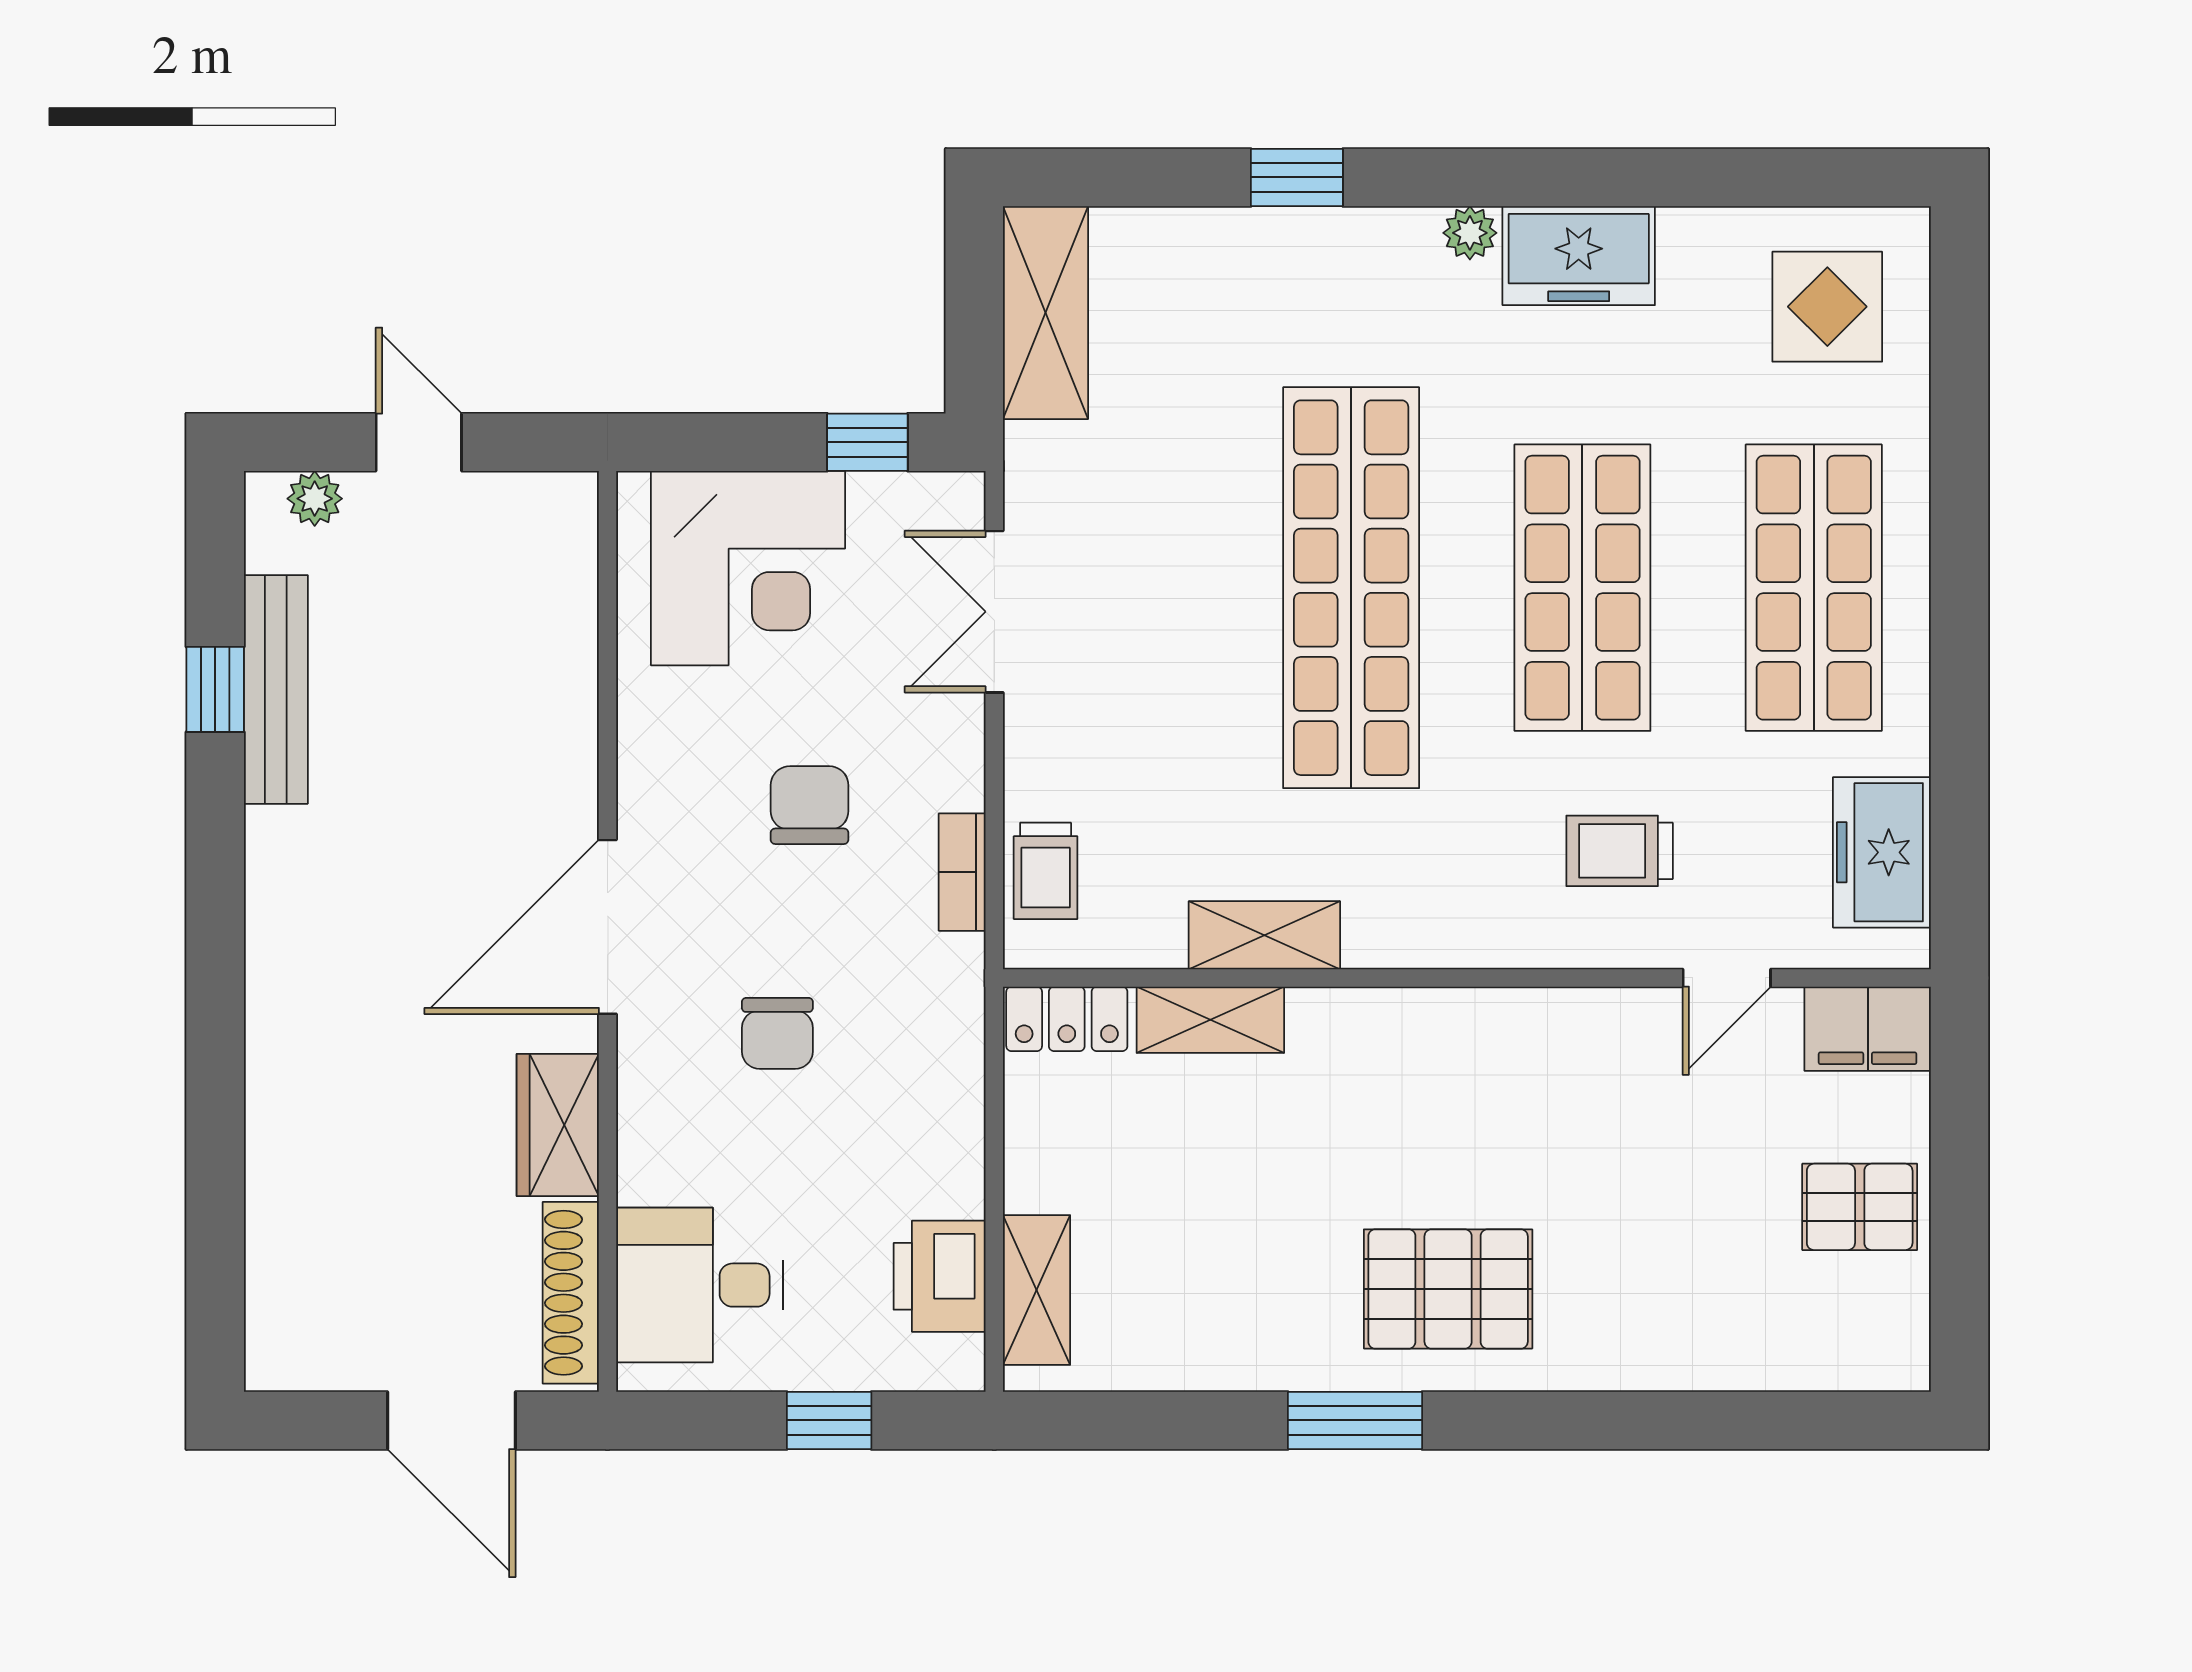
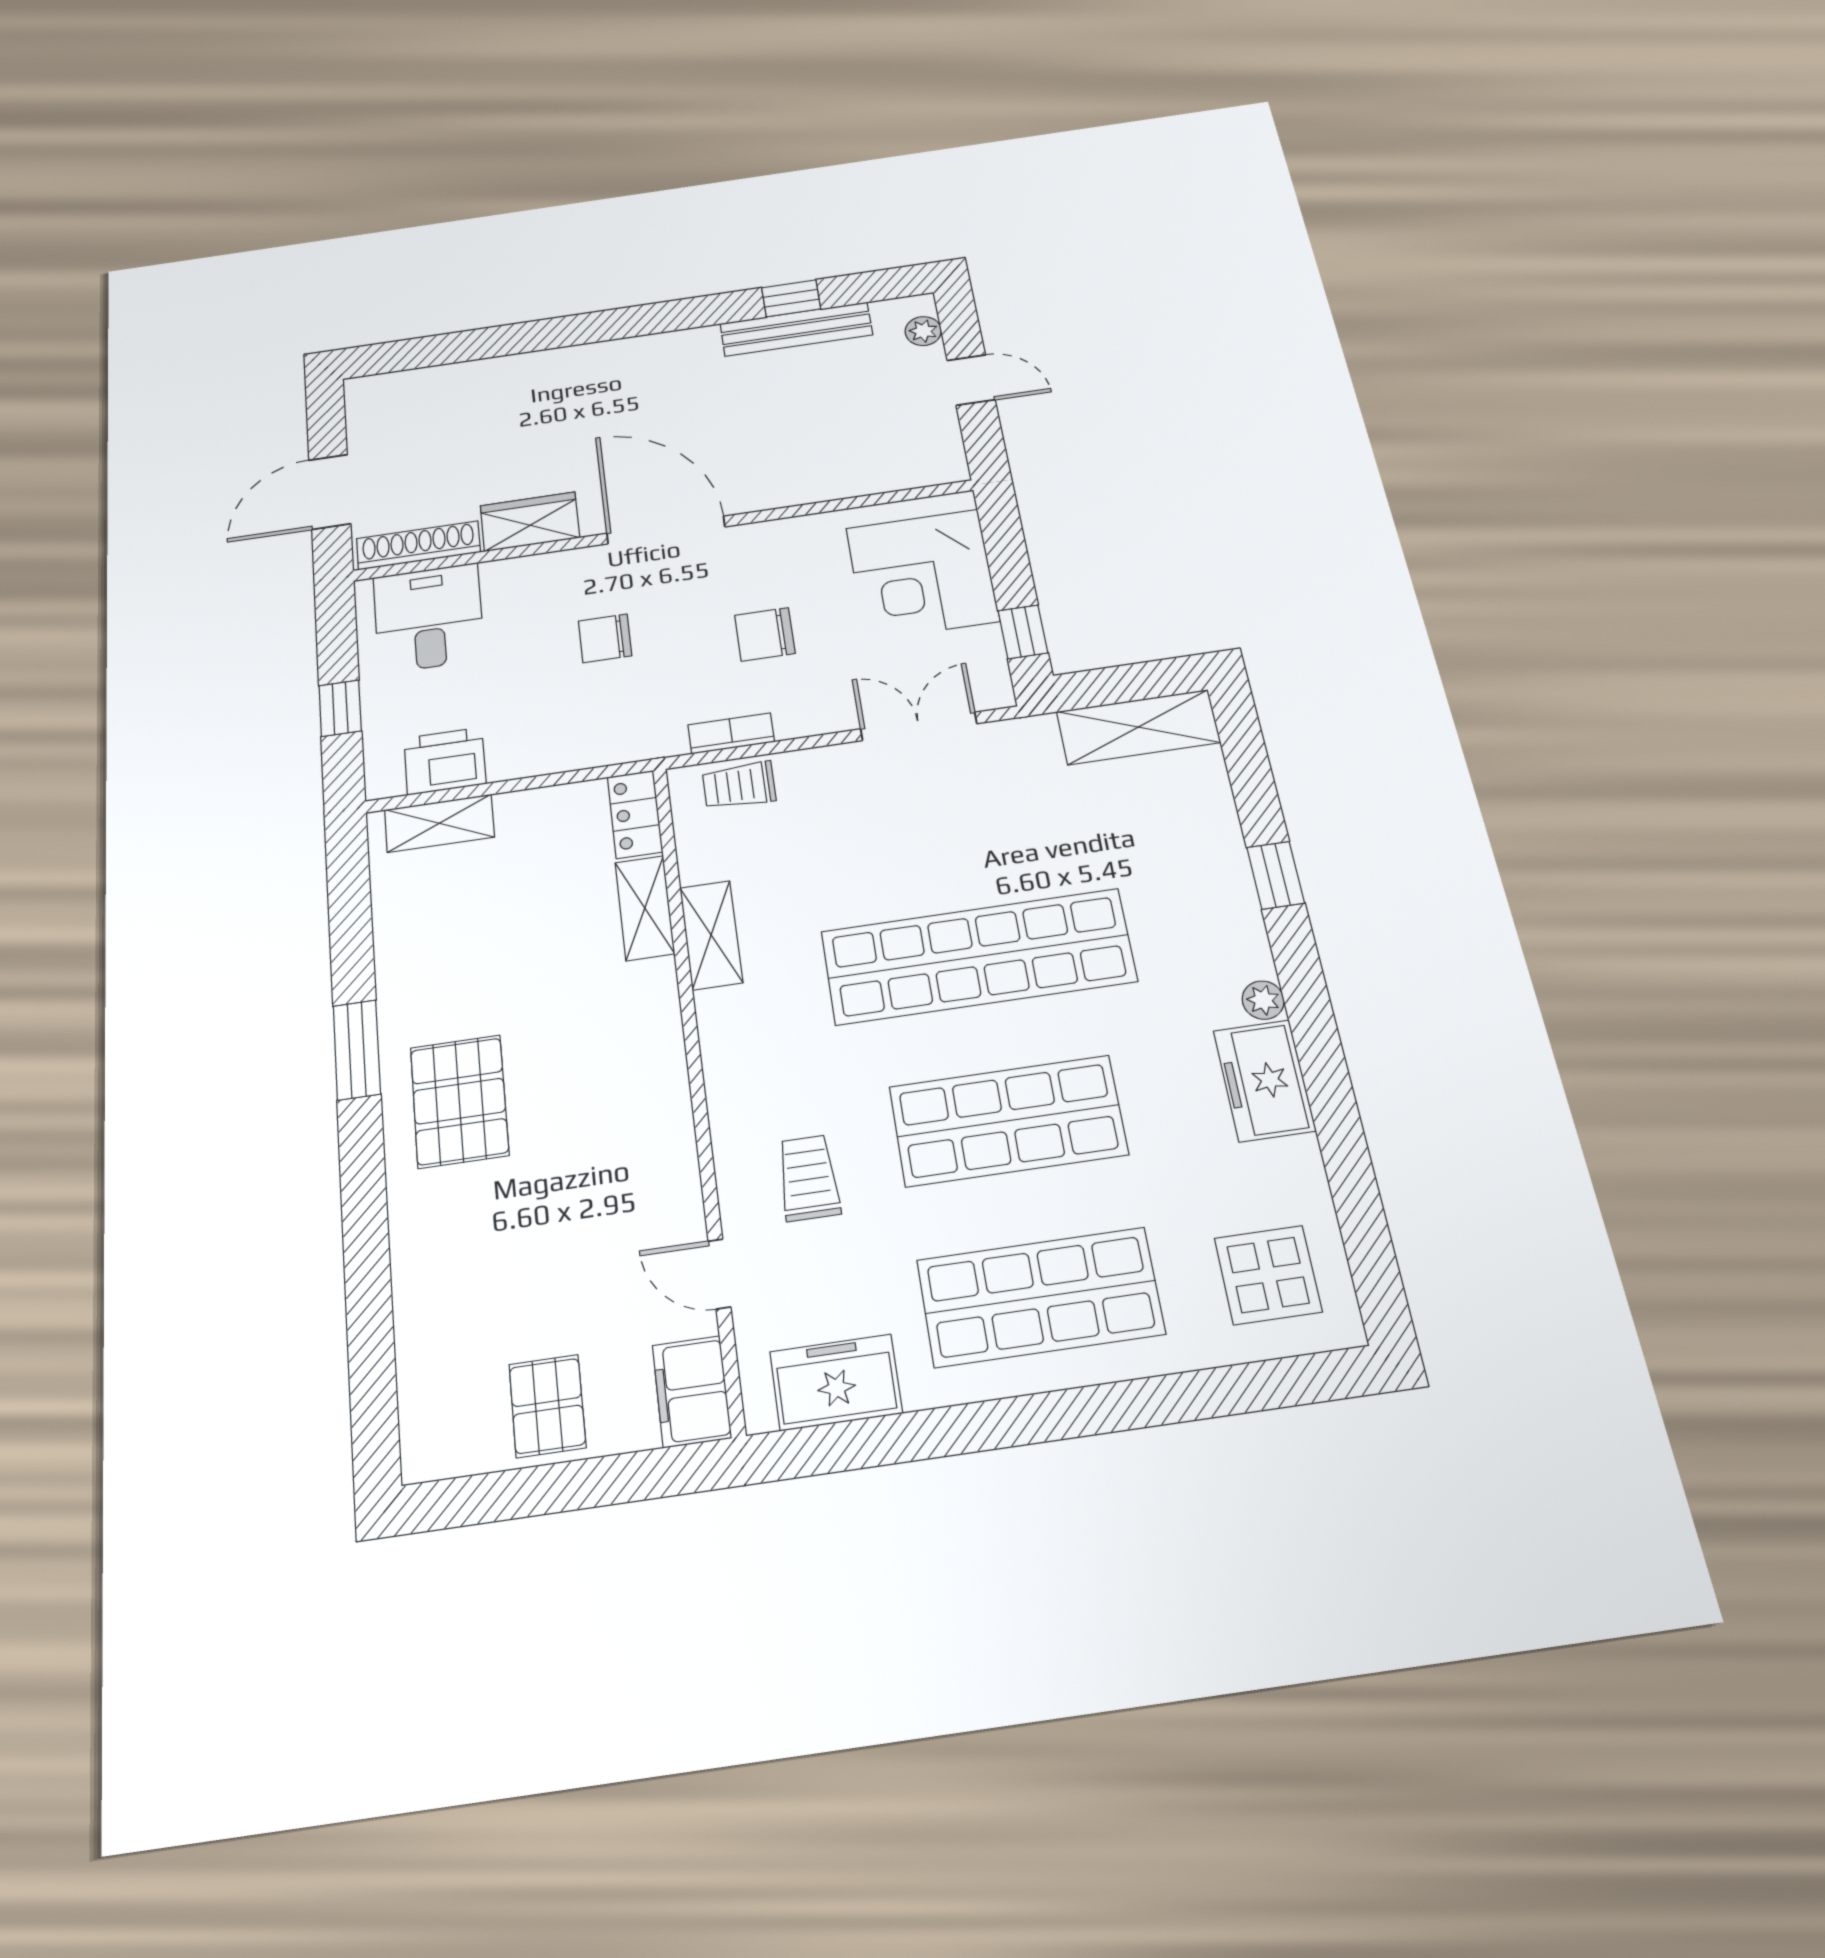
door: (419, 442) -> (971, 380), hinge flipped
chair: (810, 805) -> (765, 634), turned 180

